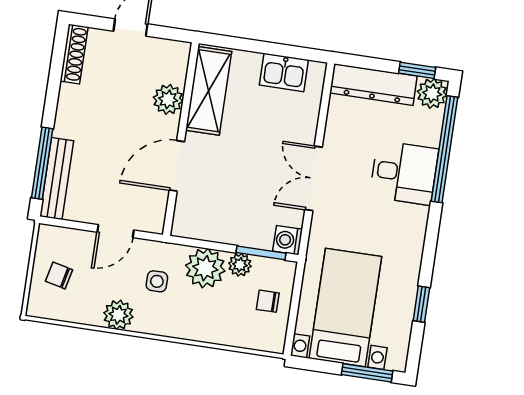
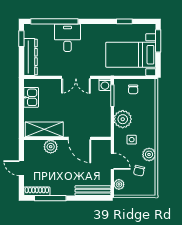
plant: (432, 93) -> (31, 31), removed
window: (42, 163) -> (50, 198), moved
plant: (240, 265) -> (119, 184), moved
chair: (59, 275) -> (139, 171), moved

